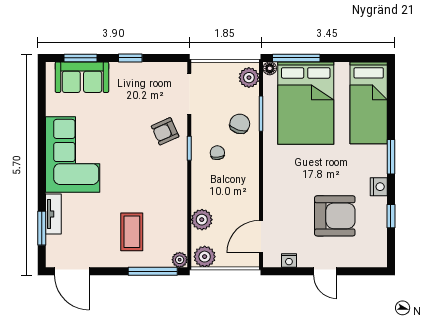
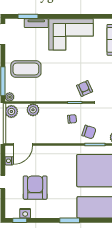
nightstand: (379, 187) -> (25, 213), moved
armchair: (335, 216) -> (35, 188), turned 180
window: (391, 216) -> (20, 220), moved
coffee table: (132, 232) -> (26, 69), width x1.36, depth x1.32
door: (261, 237) -> (23, 144), swing flipped

